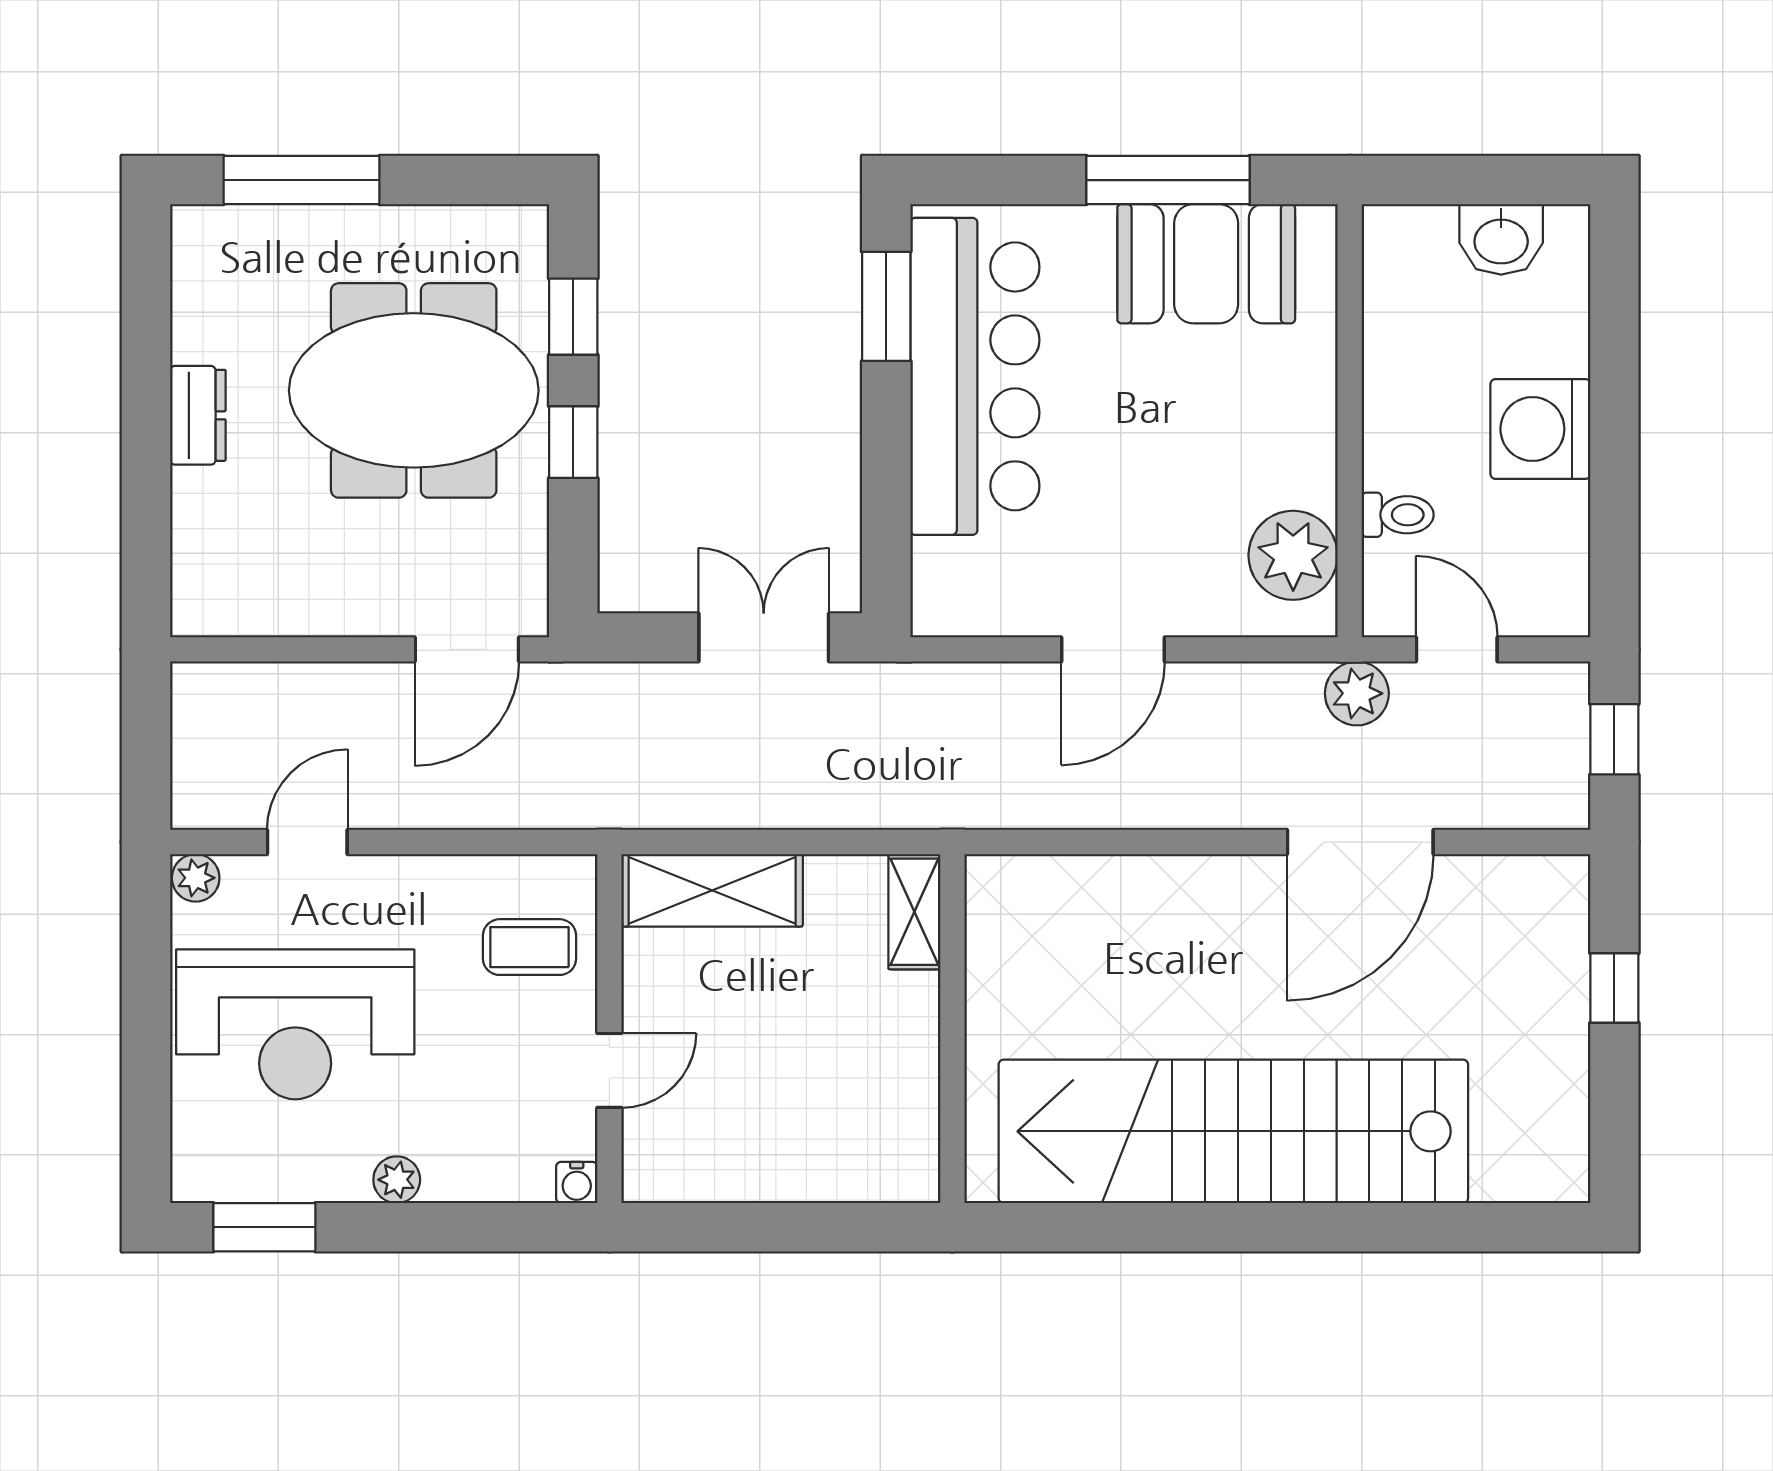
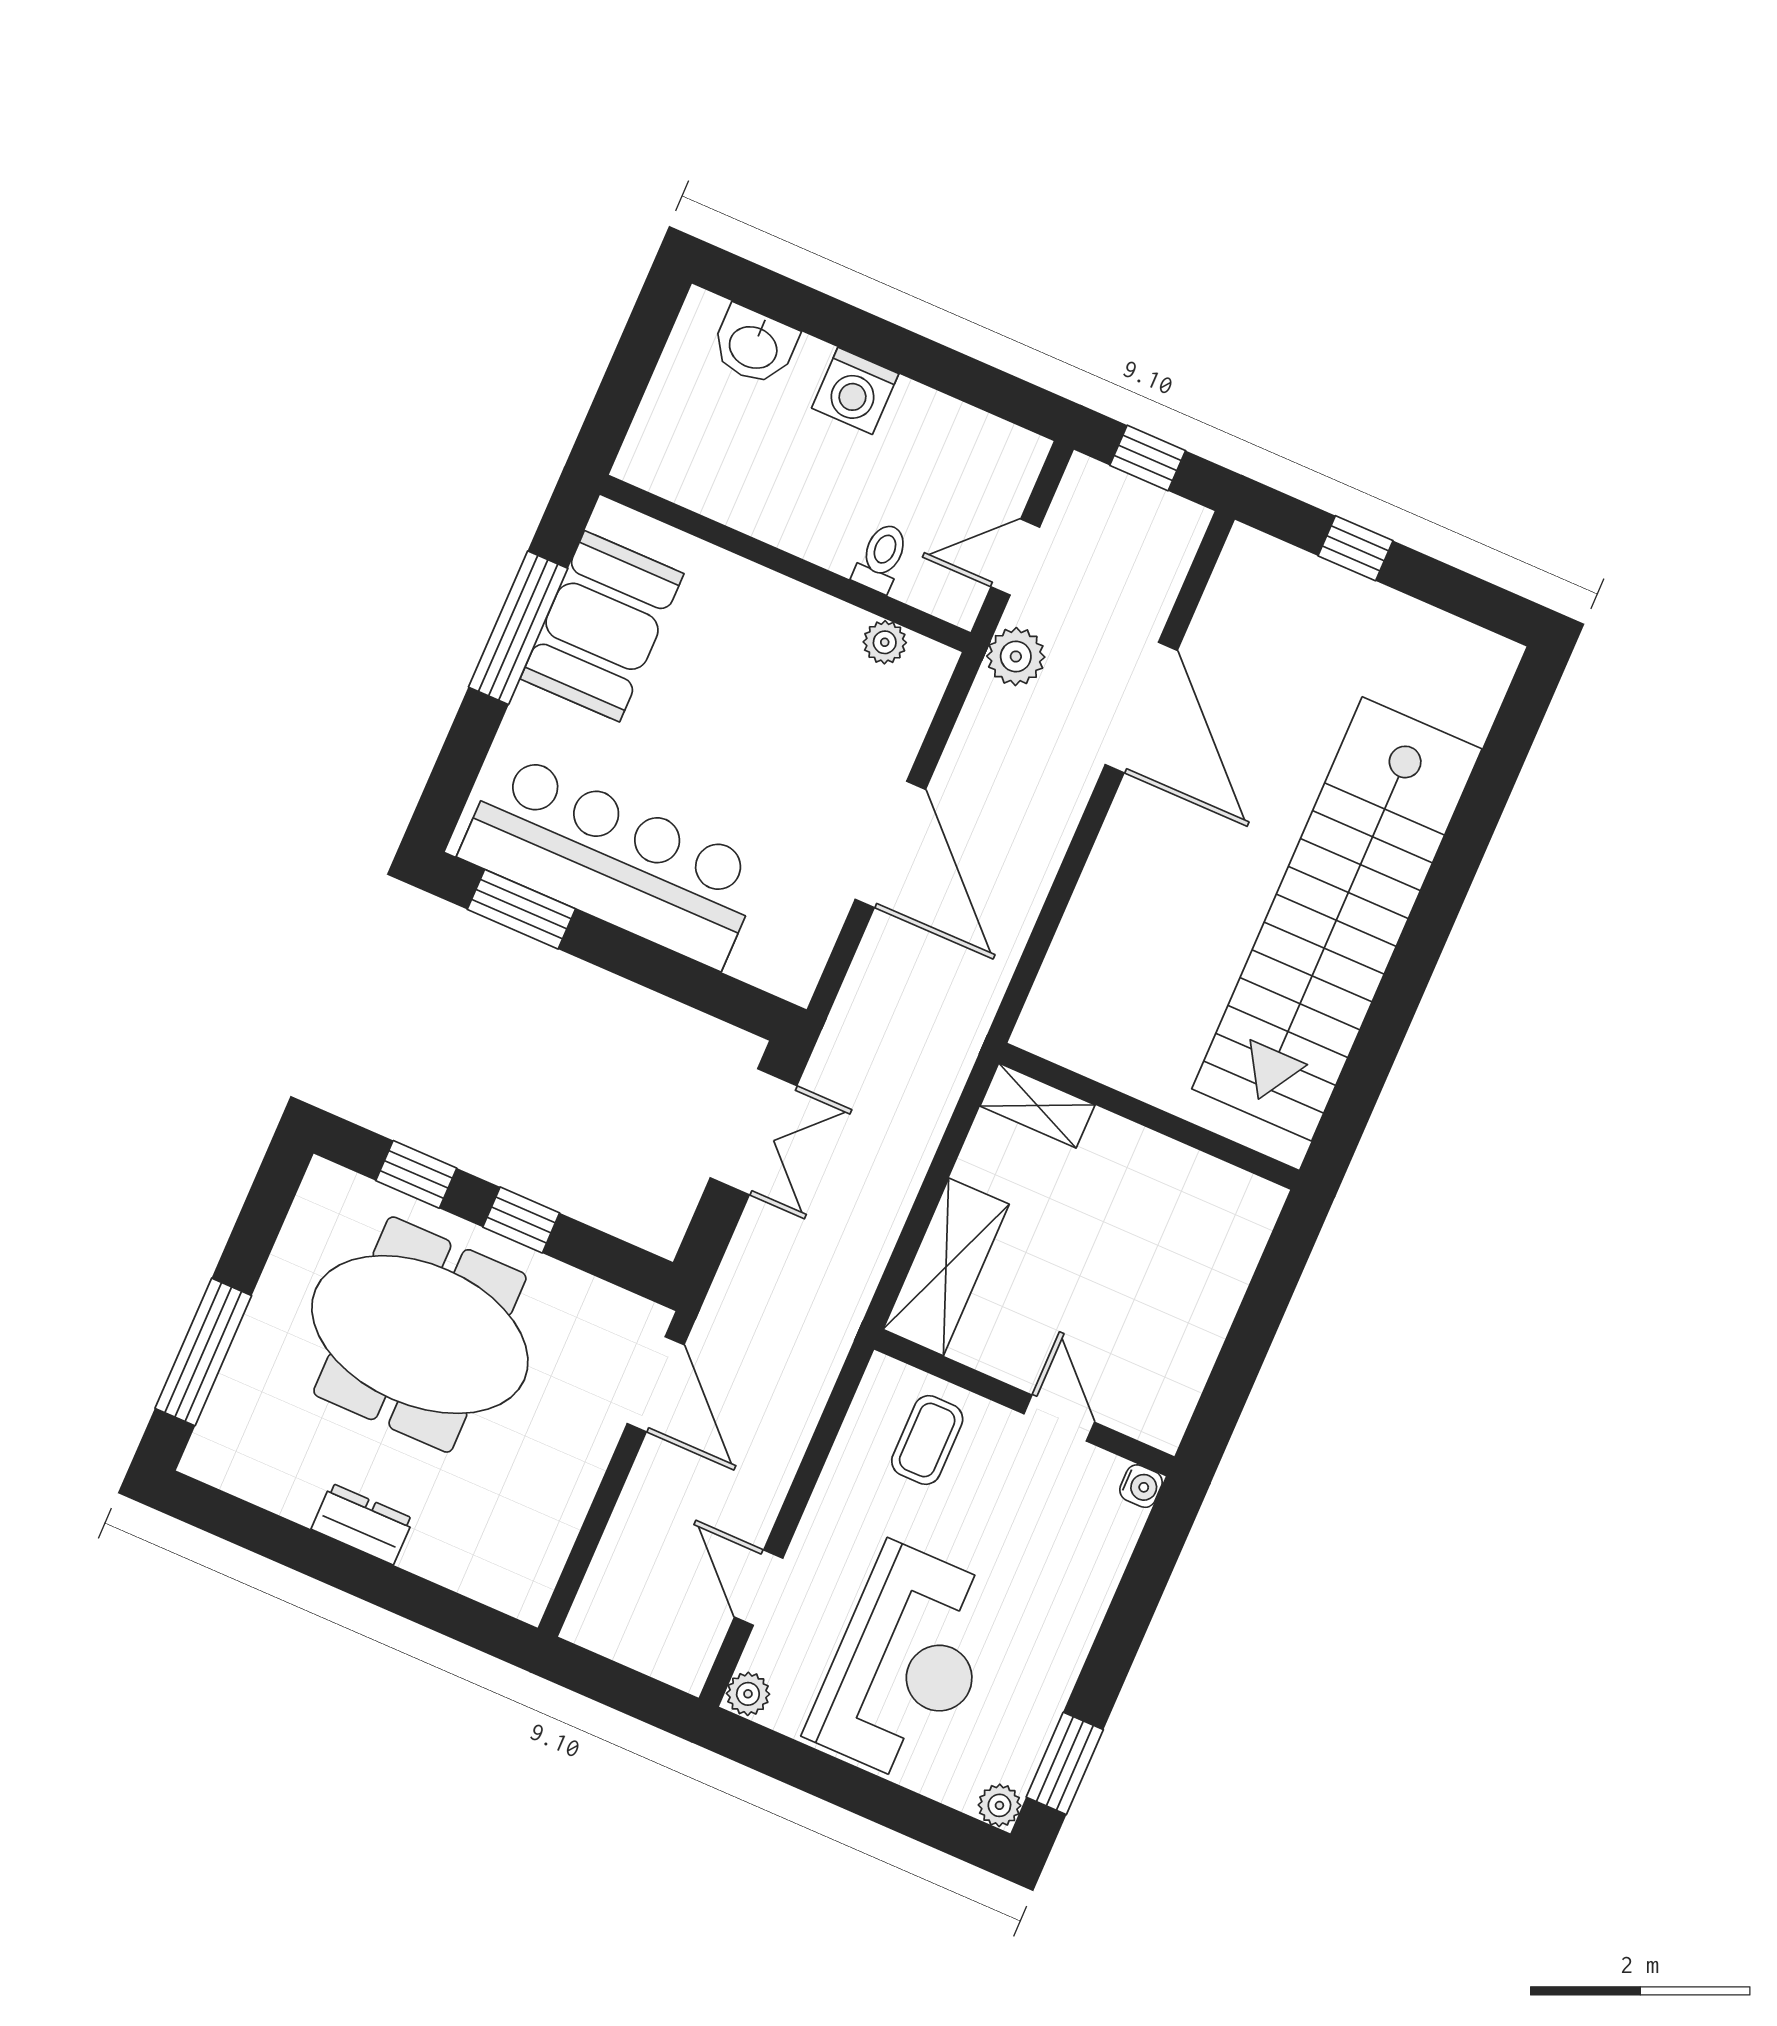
washbasin: (1501, 239) -> (754, 346), moved, turned 90
meeting table: (414, 390) -> (420, 1335), turned 90
washing machine: (1540, 429) -> (855, 391), width x0.73, depth x0.73
plant: (1293, 555) -> (885, 642), width x0.53, depth x0.53
double door: (764, 637) -> (753, 1132), swing flipped
door: (1113, 649) -> (890, 844), width x1.36
plant: (397, 1180) -> (999, 1805), moved

